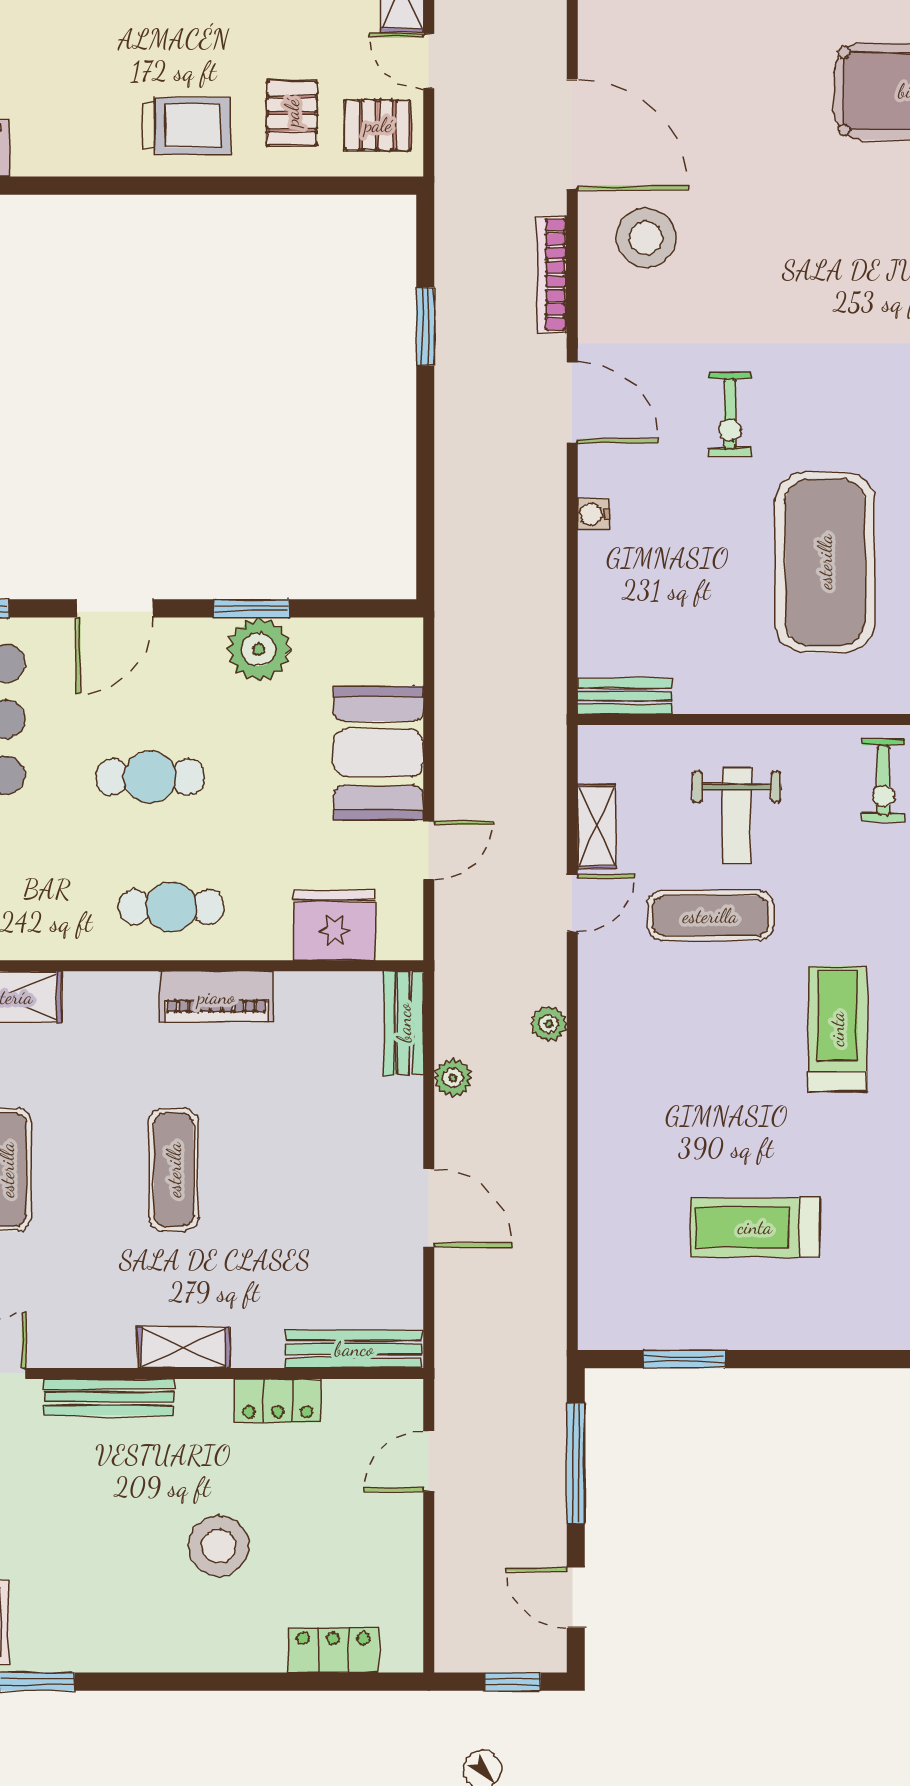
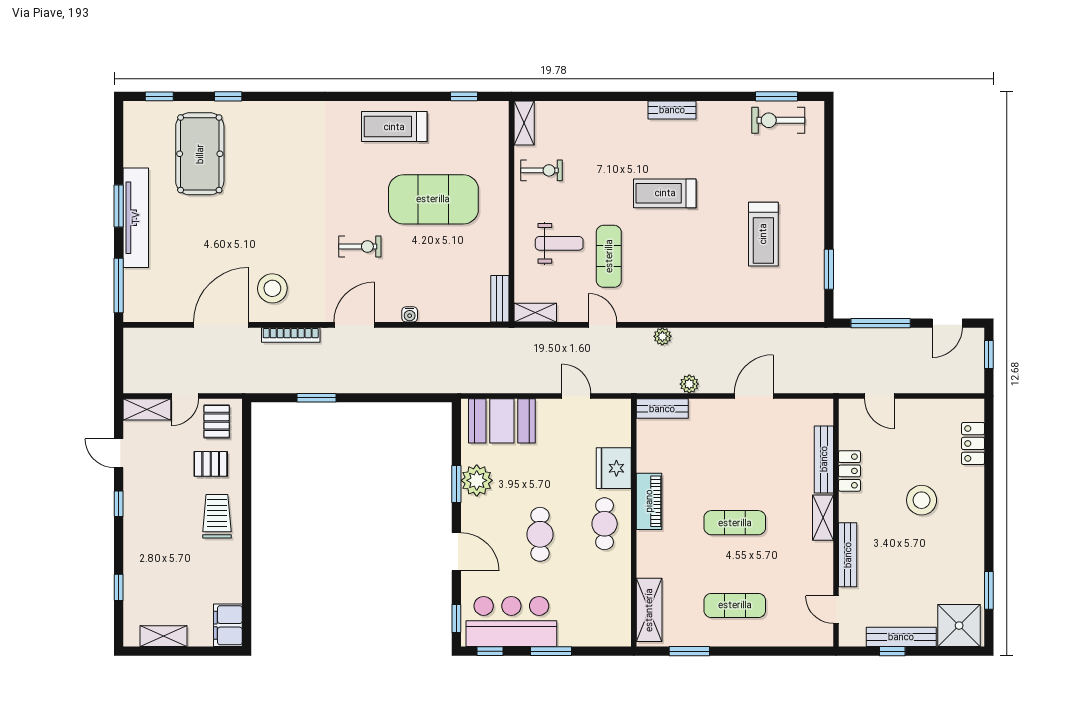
booth: (379, 753) -> (502, 421), moved
shelving: (597, 827) -> (535, 313), moved
fridge: (334, 925) -> (614, 468), moved
bench: (354, 1349) -> (824, 459), moved

